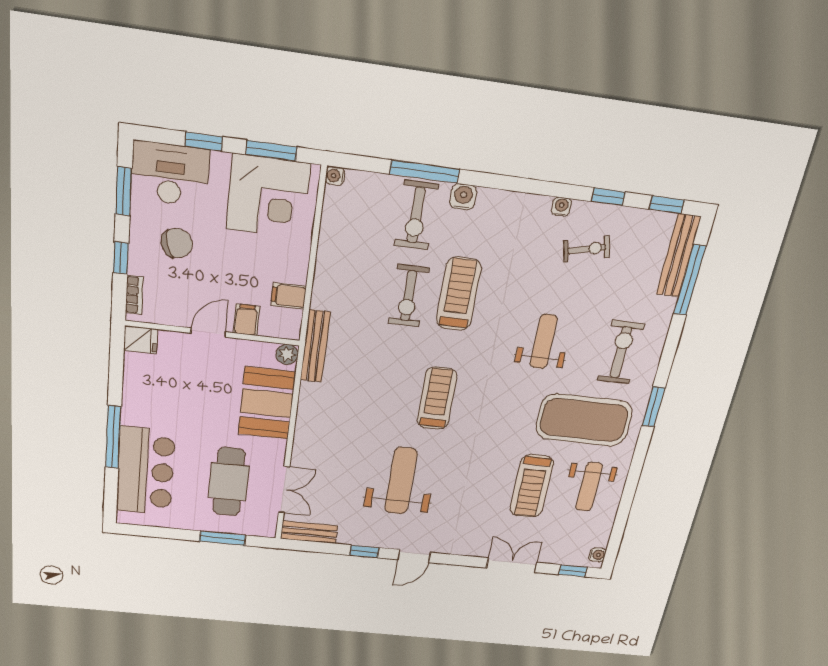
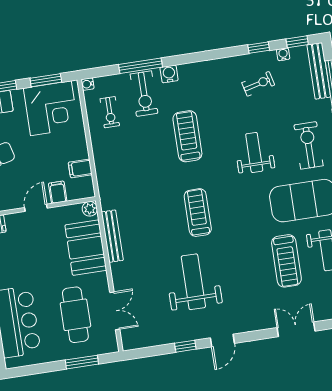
water cooler: (561, 207) -> (283, 54), moved
exercise bike: (409, 296) -> (110, 112), moved, width x0.73, depth x0.72
bench: (315, 346) -> (112, 236), moved
bench: (309, 532) -> (141, 341), removed

